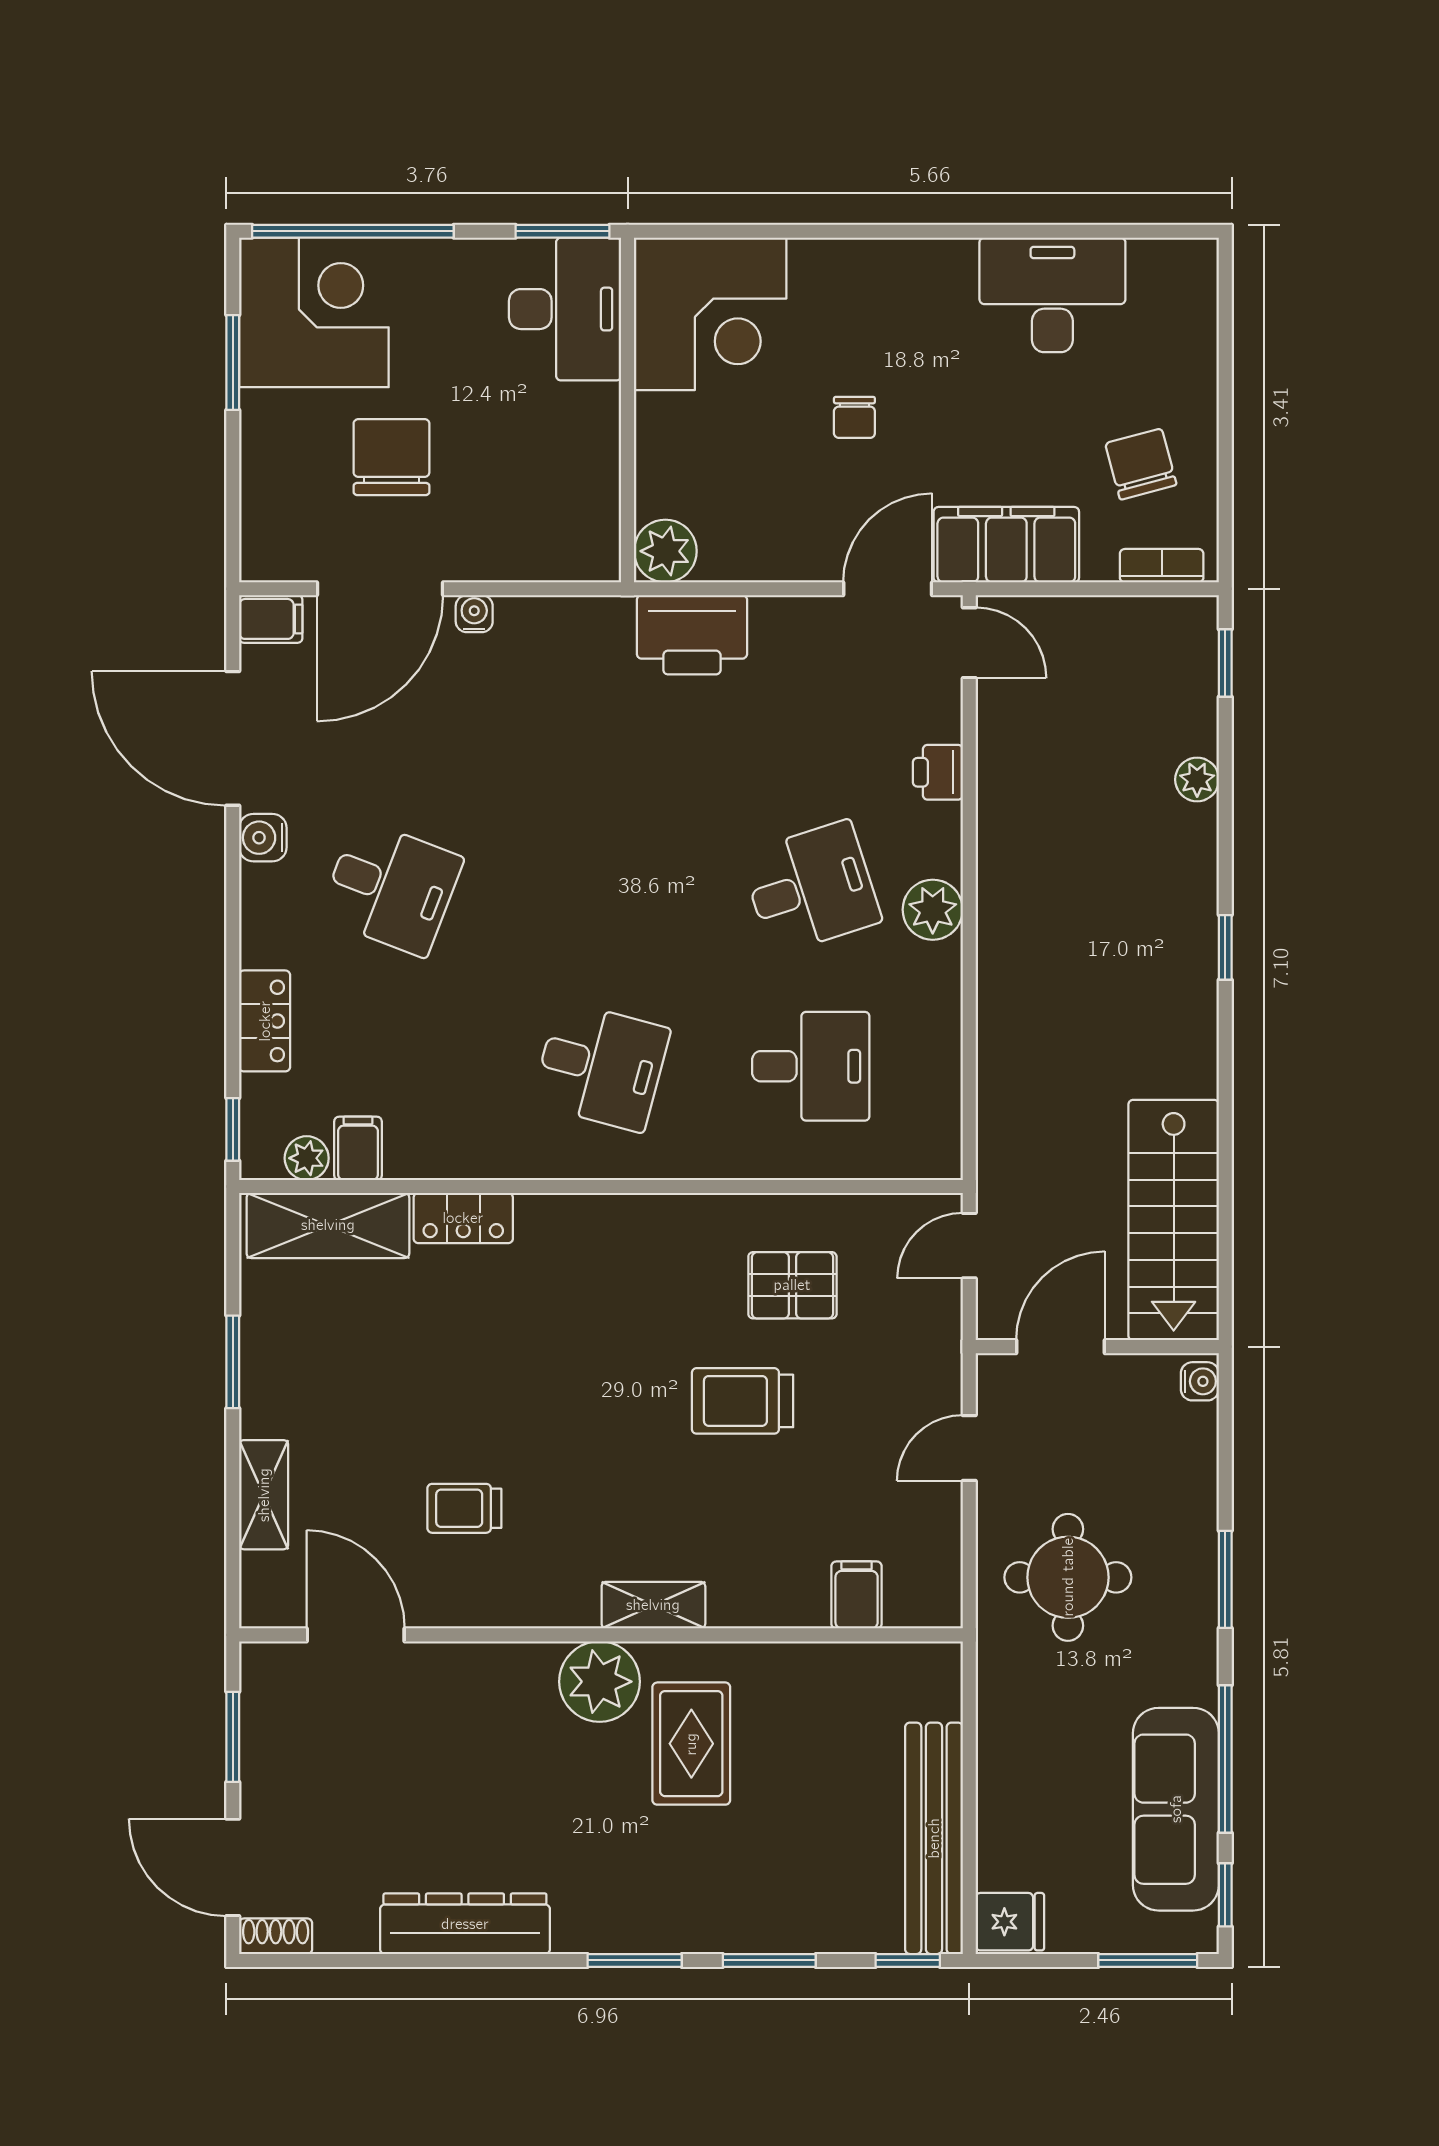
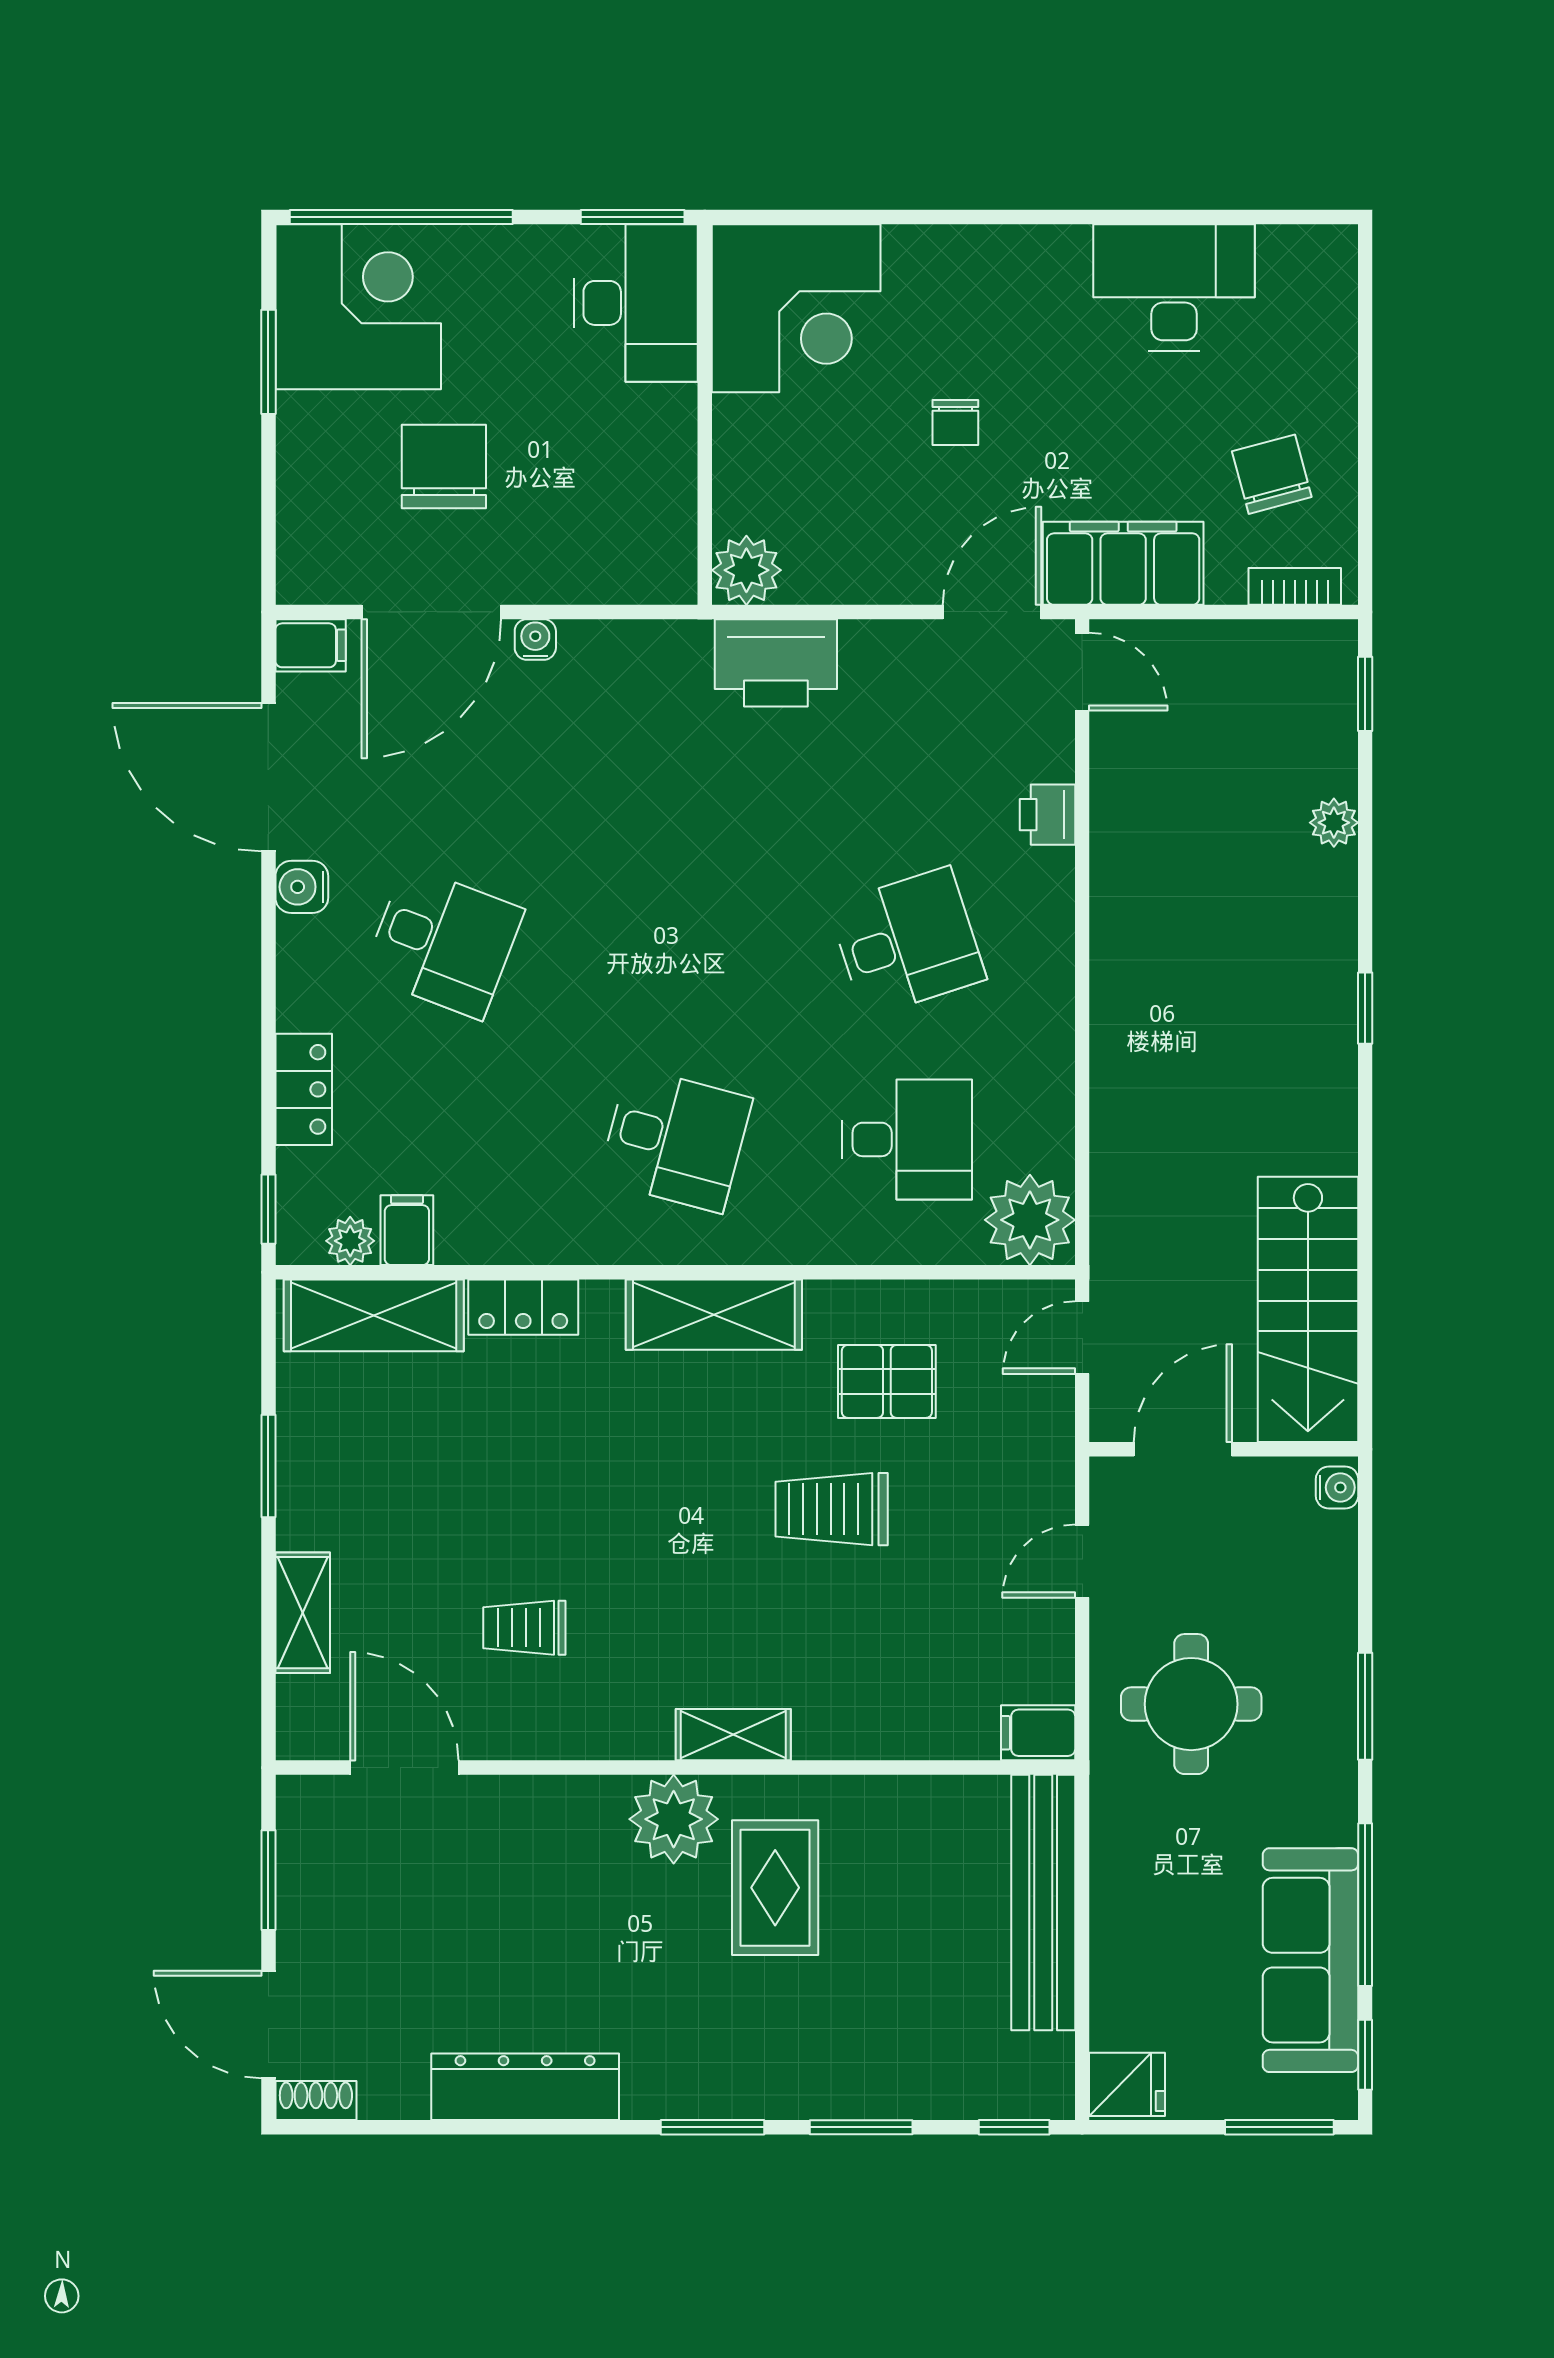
plant: (933, 910) -> (1030, 1220), moved, width x1.36, depth x1.36
shelving: (636, 1225) -> (714, 1315), added
filing cabinet: (857, 1595) -> (1038, 1733), moved, turned -90
bench: (934, 1838) -> (1043, 1902), moved

